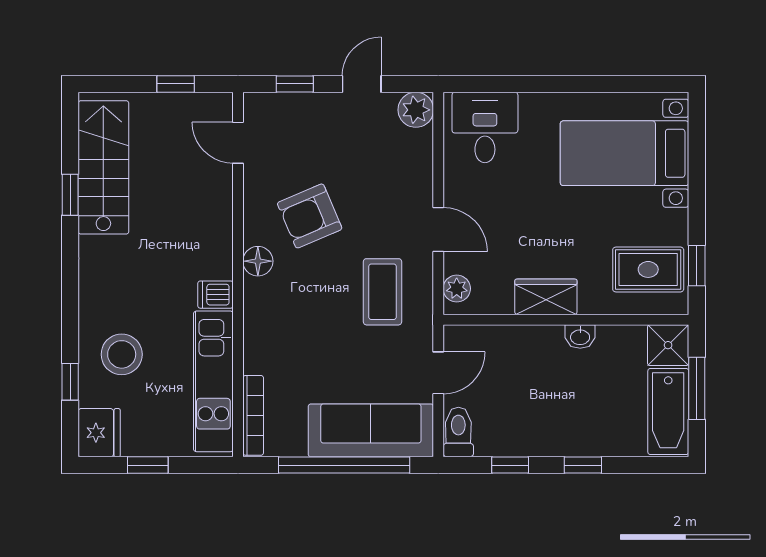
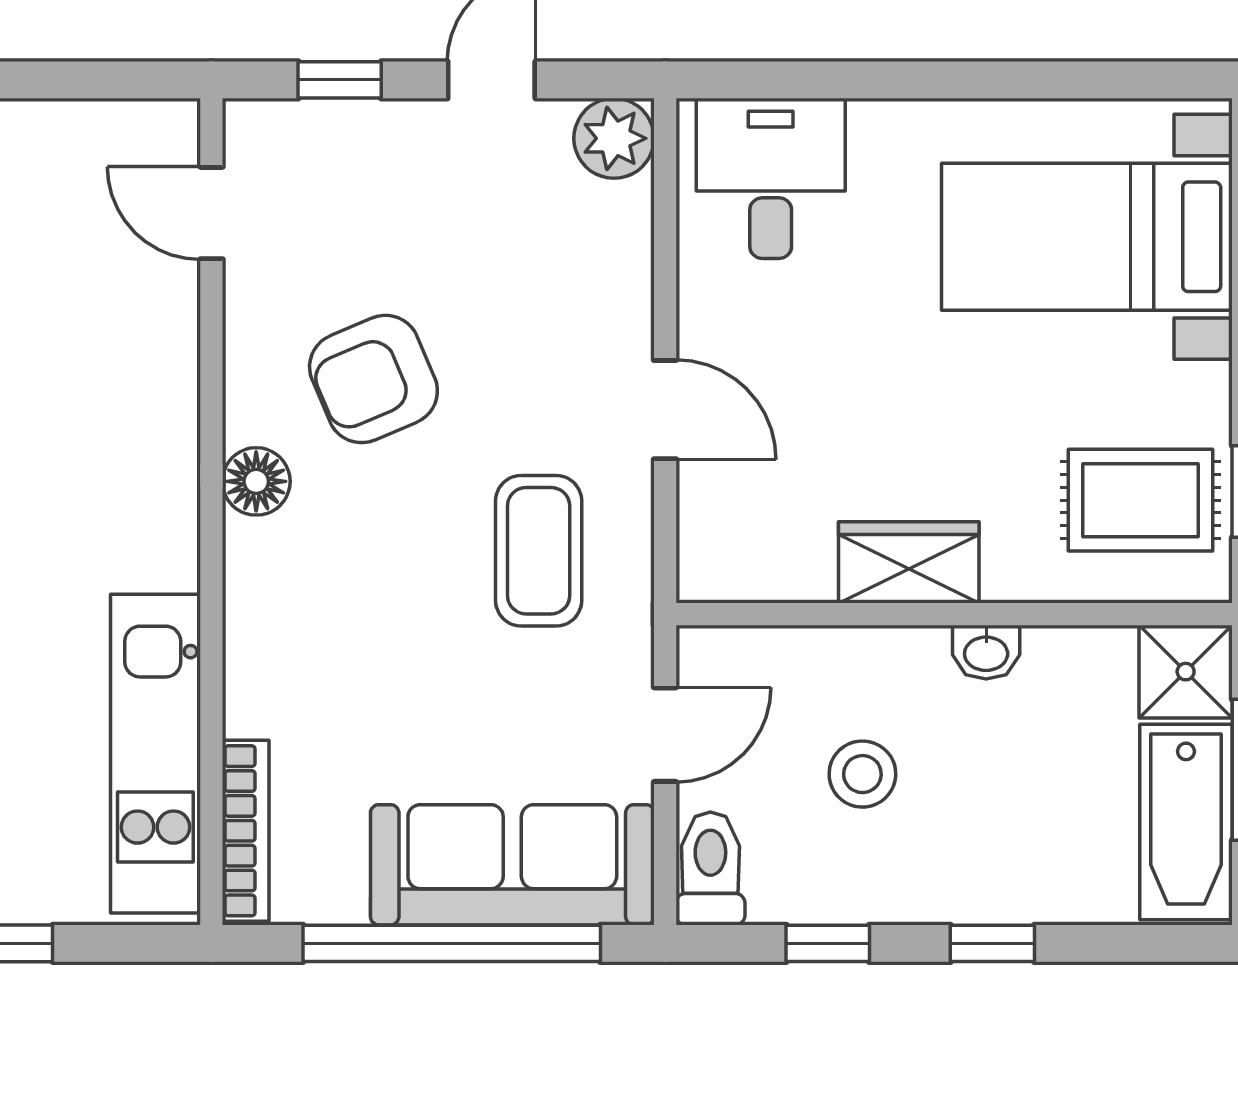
window: (176, 84) -> (70, 80), removed
plant: (457, 289) -> (707, 543), removed
dishwasher: (216, 295) -> (160, 557), removed
stool: (525, 390) -> (862, 774), added

